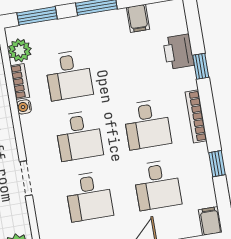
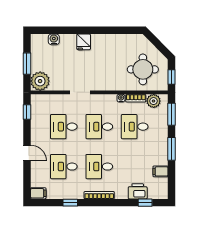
window: (201, 66) -> (145, 203), moved

